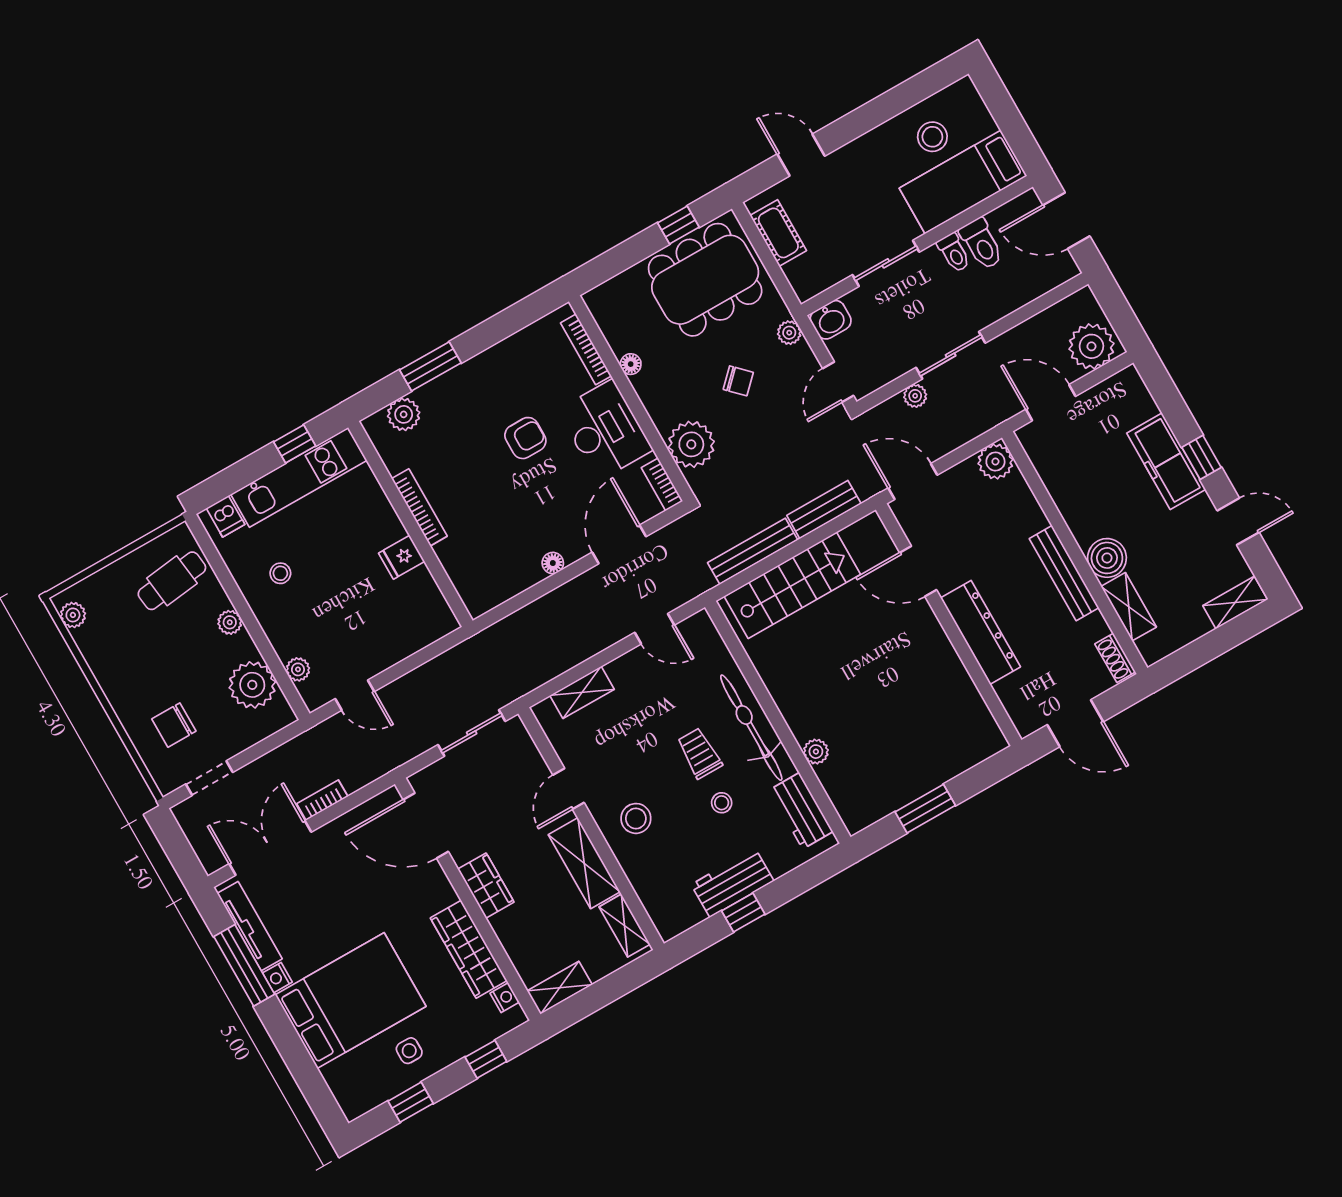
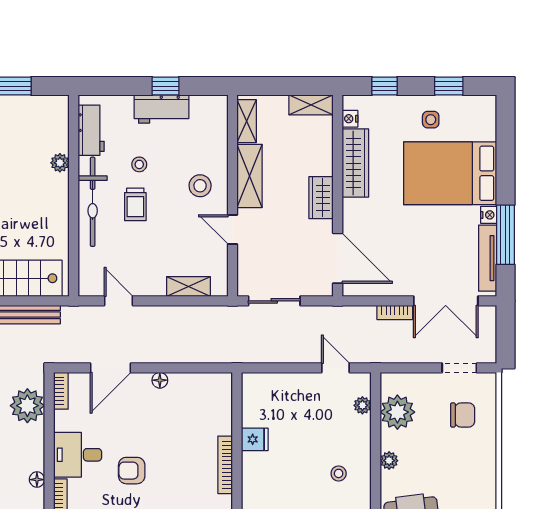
desk: (605, 430) -> (78, 455), width x0.73
door: (568, 789) -> (232, 230), swing flipped

